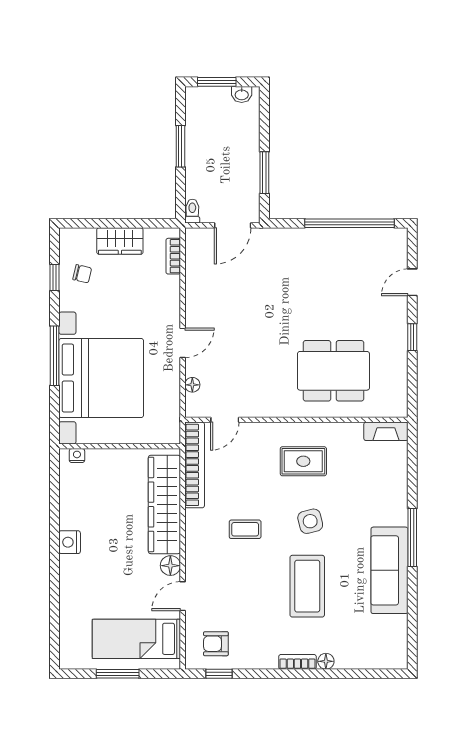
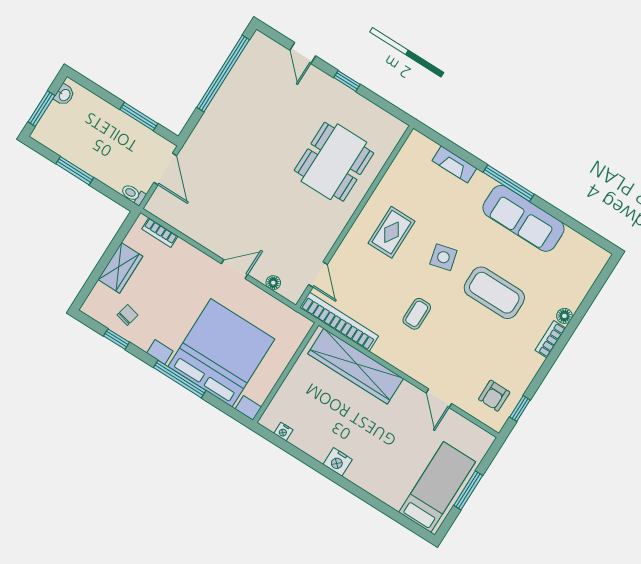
door: (183, 343) -> (234, 269), hinge flipped
fireplace: (386, 431) -> (454, 164), moved, turned 90
nightstand: (77, 456) -> (283, 432), moved, turned -90
floor lamp: (170, 566) -> (408, 393), removed
bed: (136, 639) -> (437, 487), moved, turned 180

